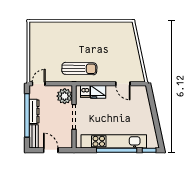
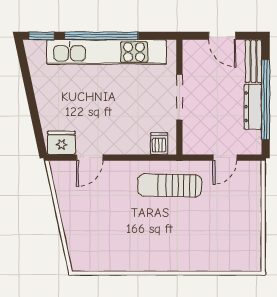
door: (39, 84) -> (225, 158), moved
door: (123, 84) -> (90, 158), swing flipped
fridge: (98, 92) -> (61, 143), moved
plant: (65, 96) -> (197, 135), removed

